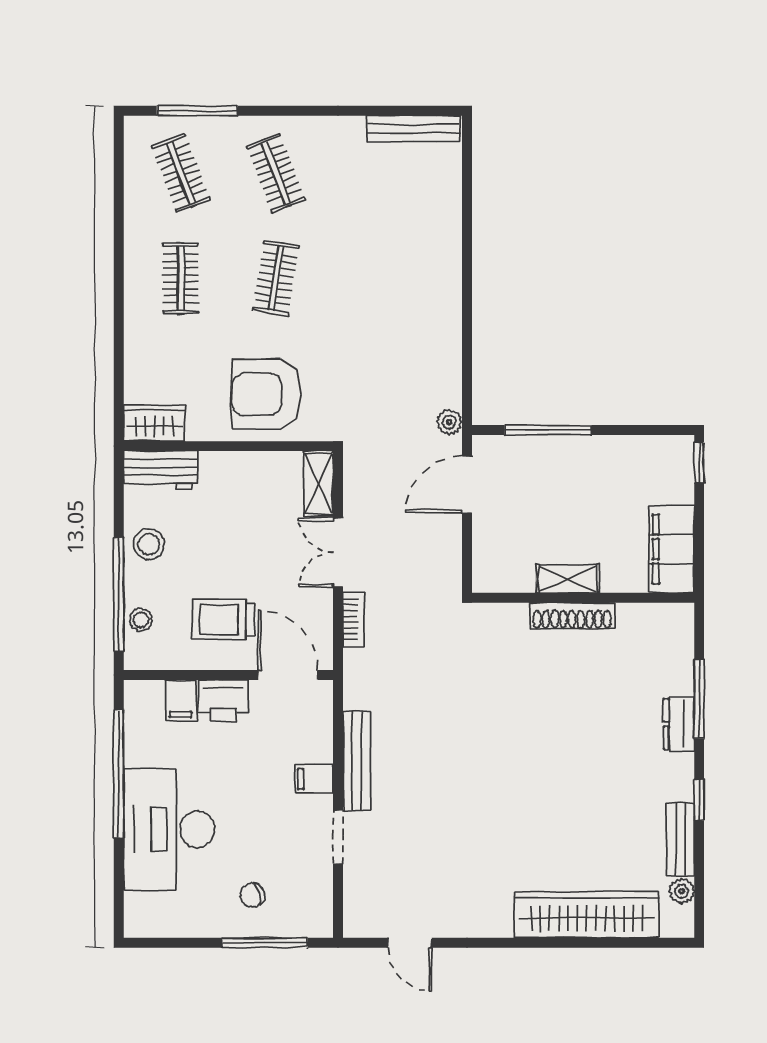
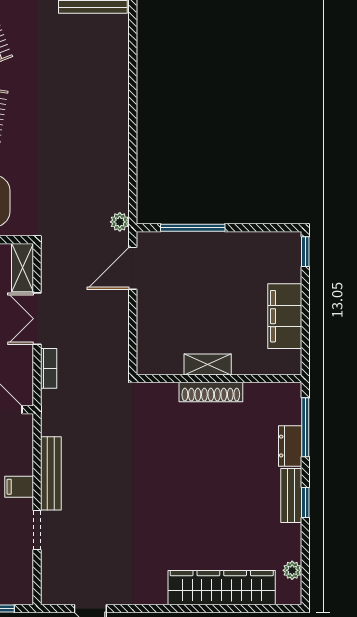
shelving: (568, 579) -> (208, 364), moved
wall: (583, 598) -> (219, 379), moved
shoe rack: (572, 616) -> (211, 392), moved
bench: (680, 840) -> (291, 495), moved

